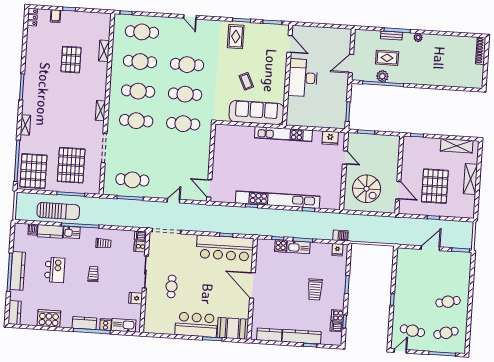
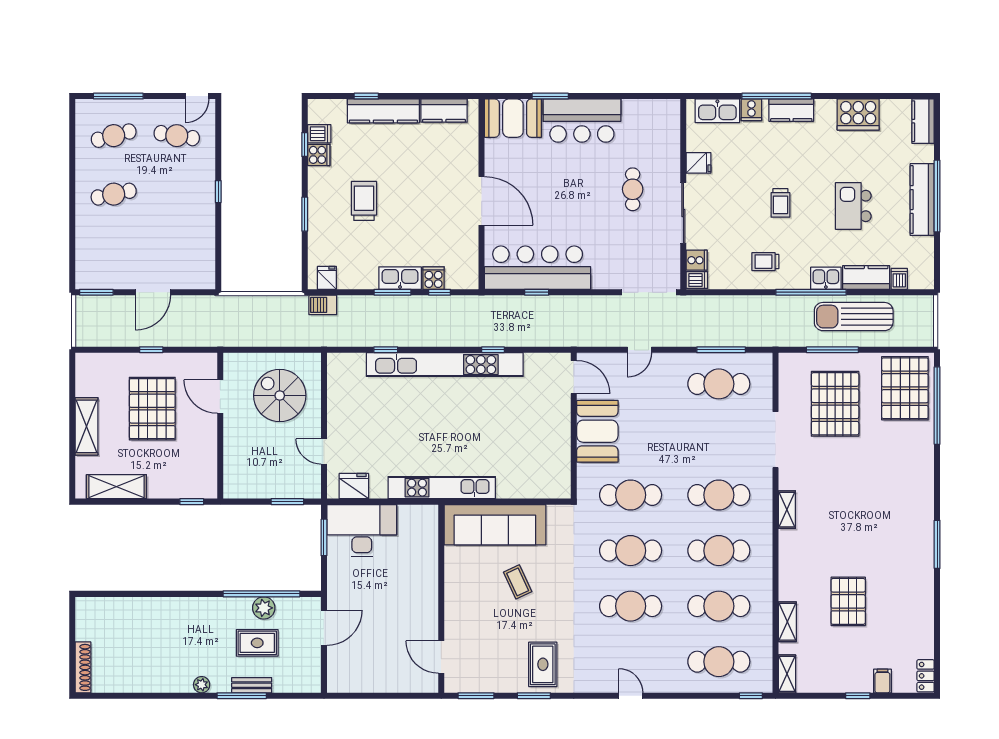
desk: (303, 78) -> (362, 531), moved, turned -90
shelving: (25, 125) -> (787, 674), moved
booth: (199, 159) -> (597, 431), added

